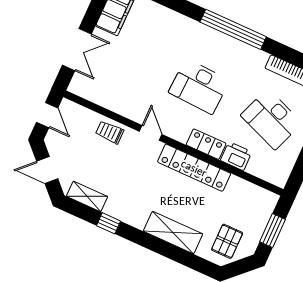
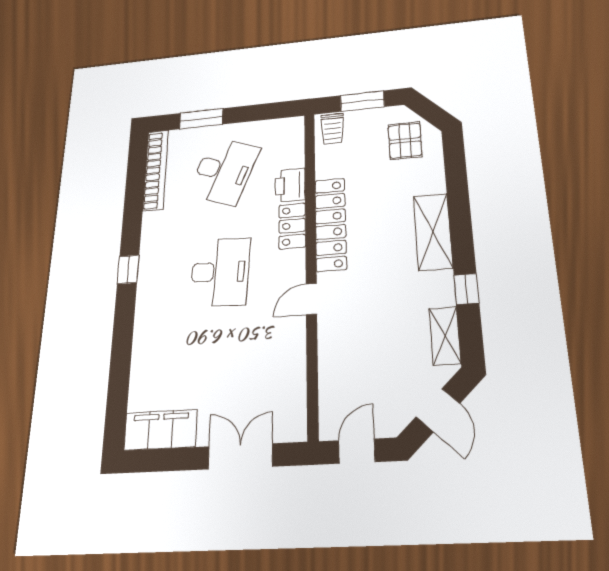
window: (233, 29) -> (128, 269), width x0.32
trolley: (110, 132) -> (332, 129), moved
shelving: (173, 233) -> (433, 232), moved
pallet: (227, 241) -> (405, 141), turned 90

